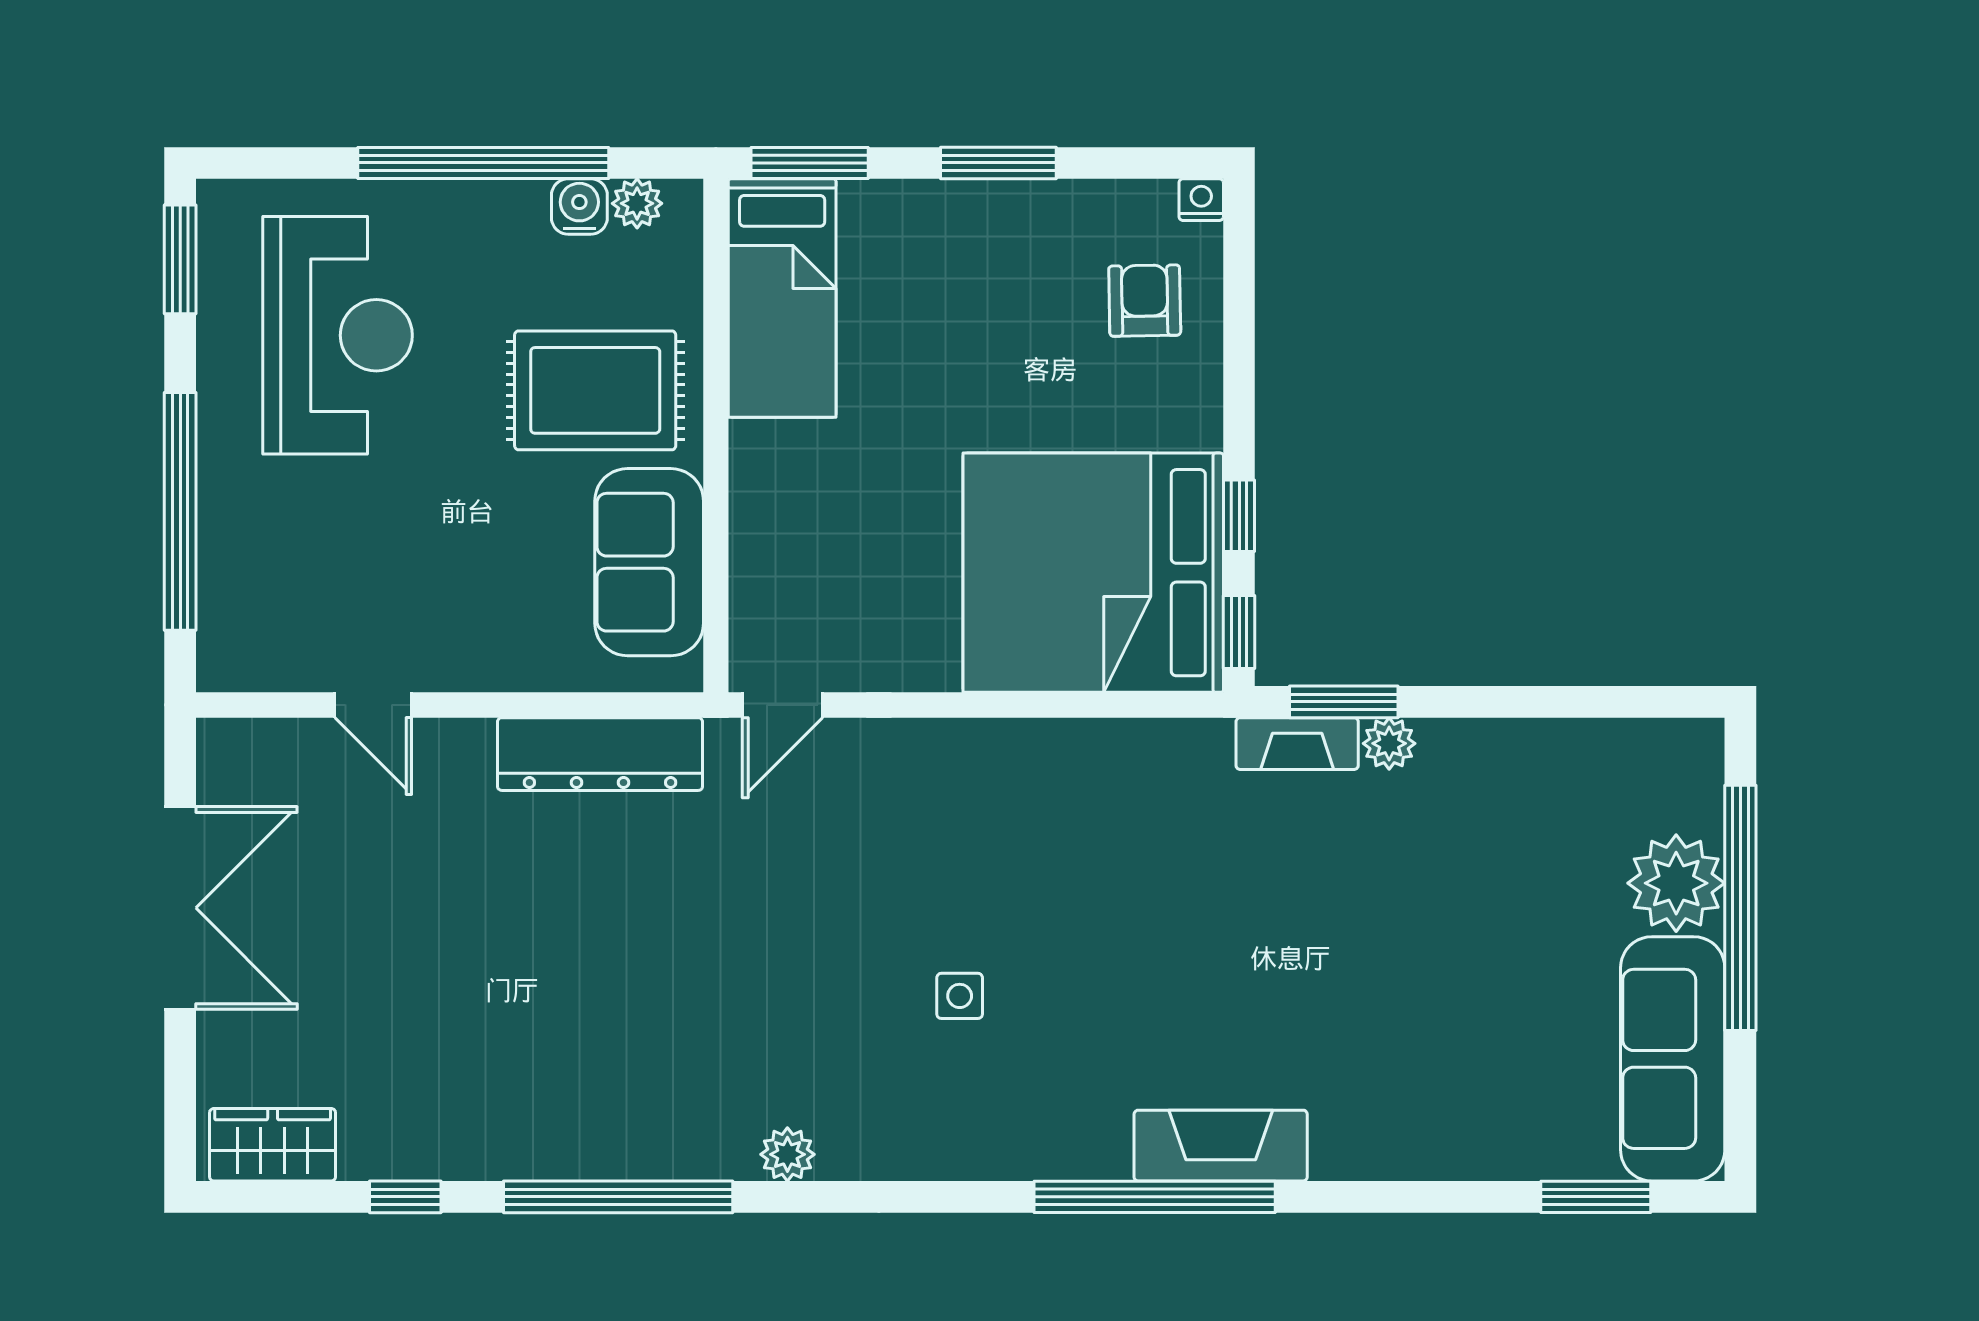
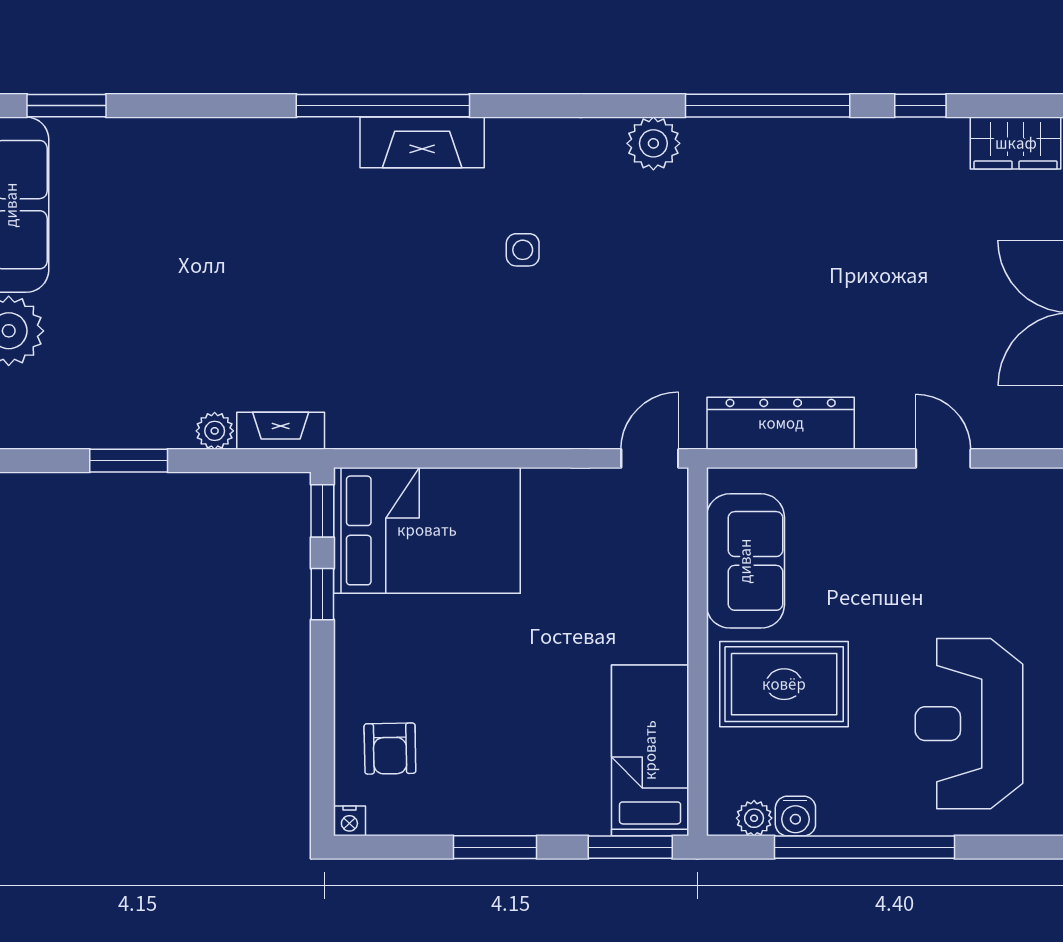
bed: (1093, 573) -> (427, 530), width x0.73
window: (1344, 702) -> (129, 461), moved
fireplace: (1221, 1146) -> (422, 142), moved
plant: (787, 1154) -> (653, 143), width x1.38, depth x1.38

